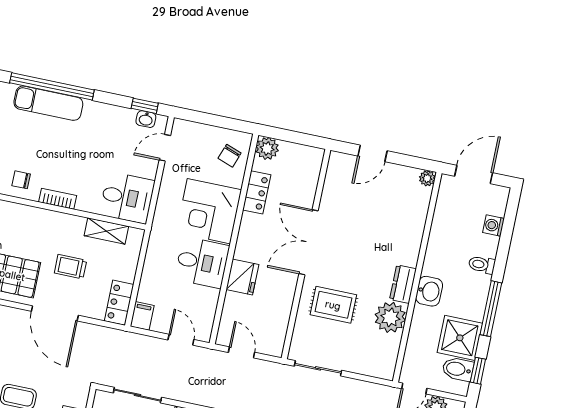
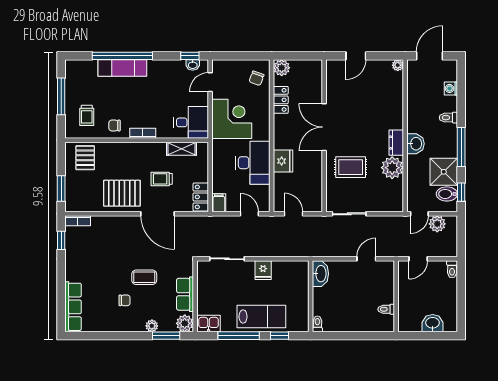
corner desk: (209, 211) -> (232, 119), moved, turned 180
desk: (202, 263) -> (253, 163), width x1.37

